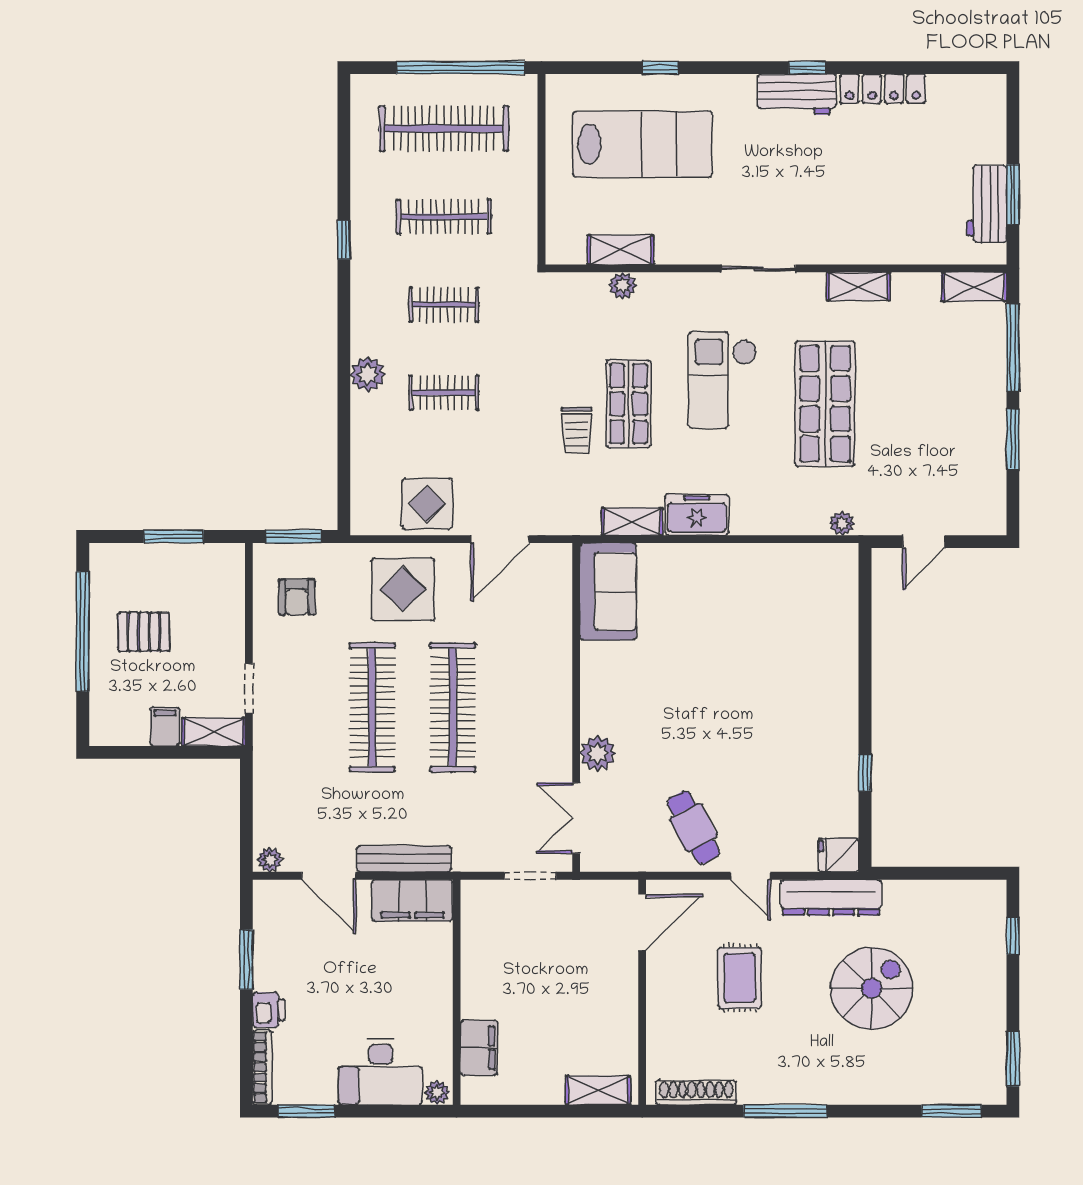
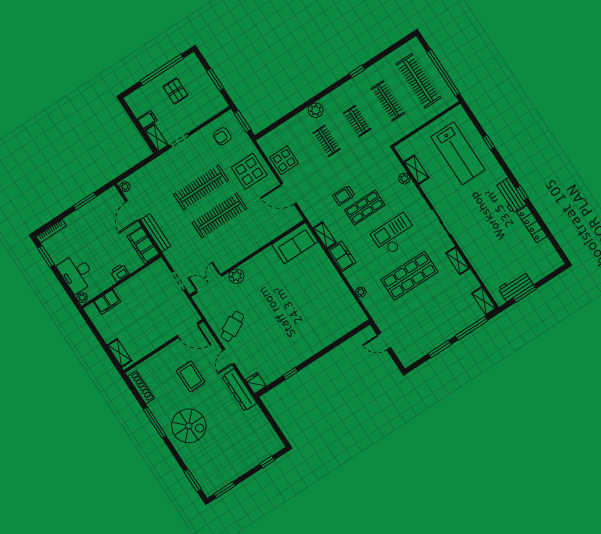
plant: (842, 523) -> (361, 292), moved
rug: (740, 978) -> (191, 376), turned 90
spiral stairs: (872, 988) -> (189, 426), moved
printer: (269, 1010) -> (120, 273), moved, turned 180

